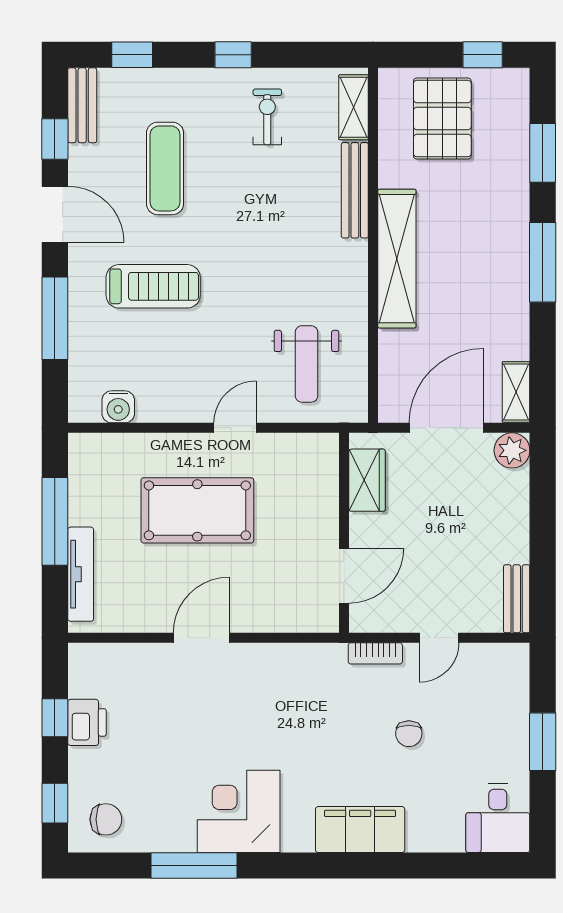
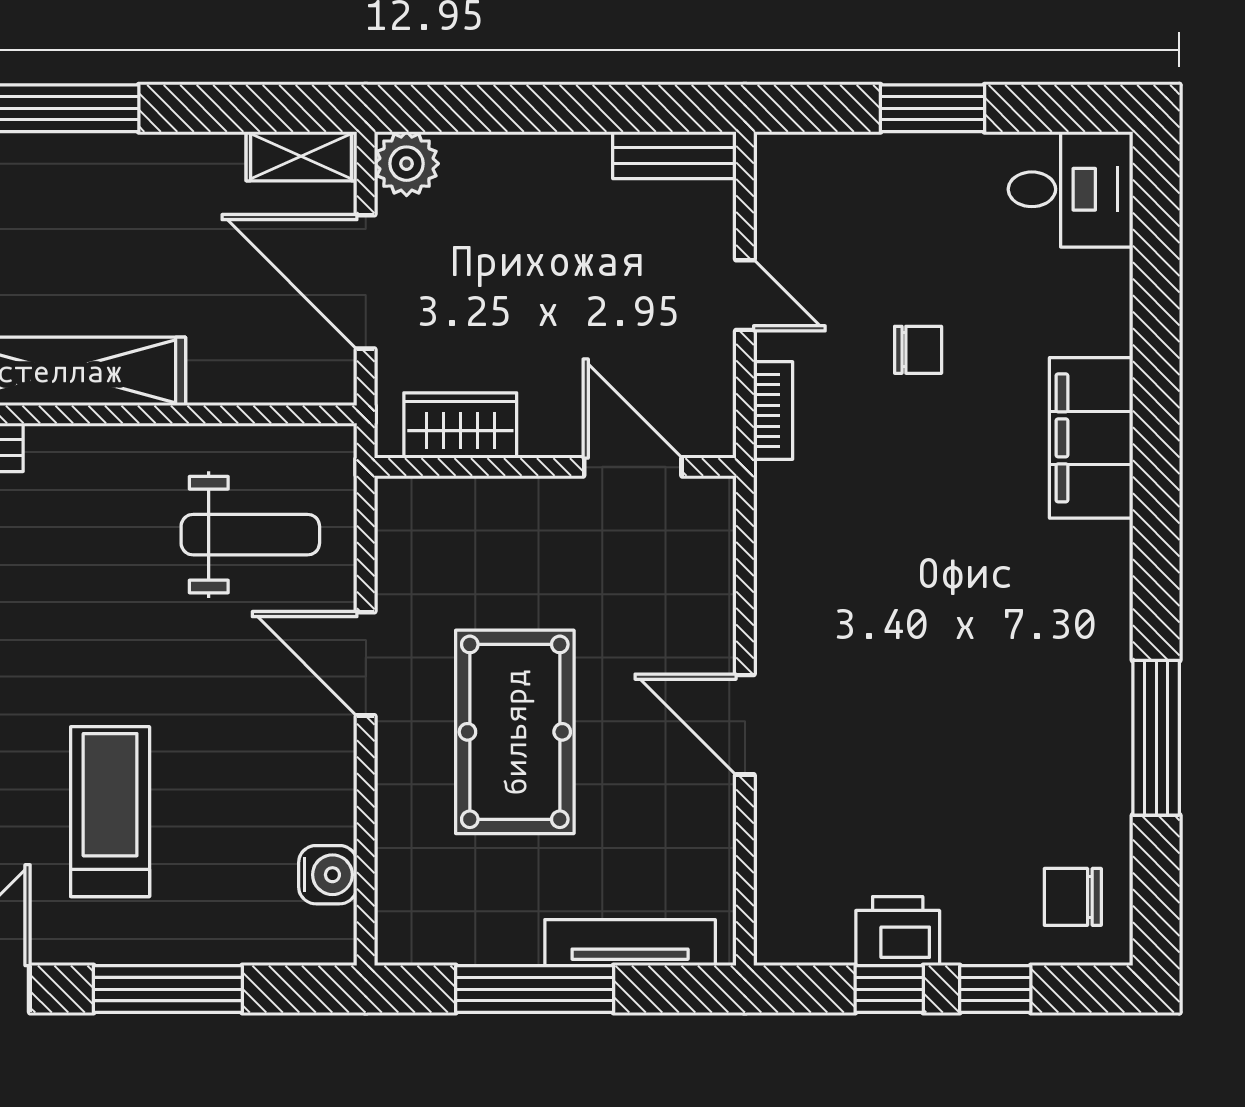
door: (235, 428) -> (366, 664), width x1.38
window: (55, 803) -> (995, 989), moved
corner desk: (239, 811) -> (1058, 657), removed
chair: (106, 819) -> (1073, 897), turned -90

